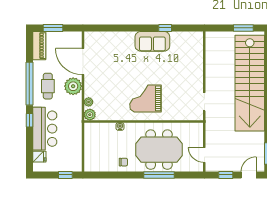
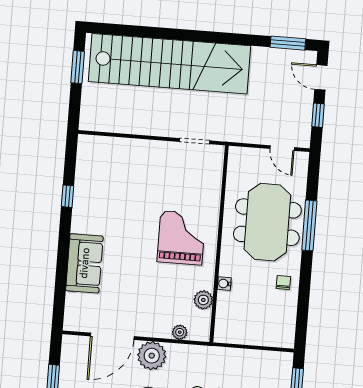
sofa: (152, 41) -> (84, 263), moved
grand piano: (146, 98) -> (181, 238), turned 180
plant: (90, 115) -> (203, 300), moved
door: (204, 155) -> (282, 148), hinge flipped

